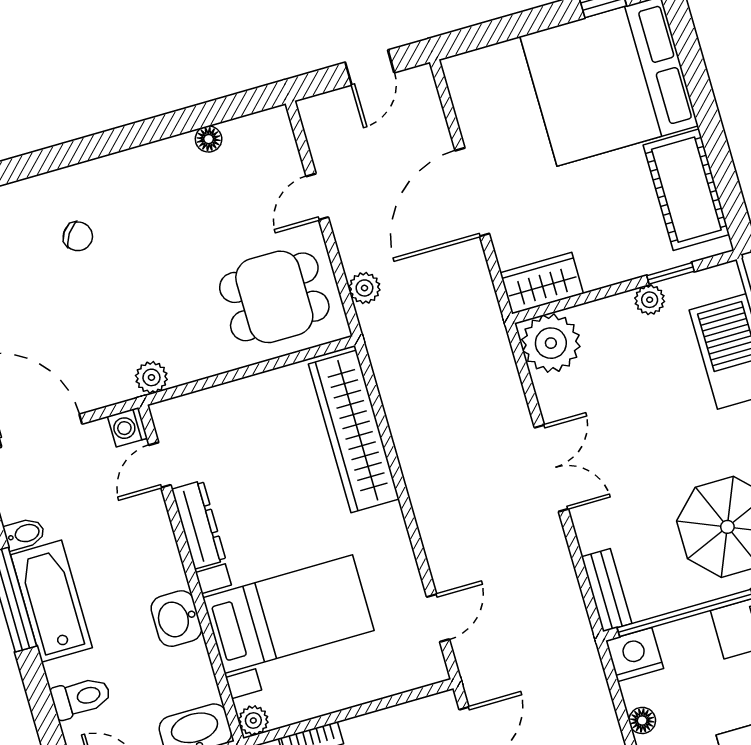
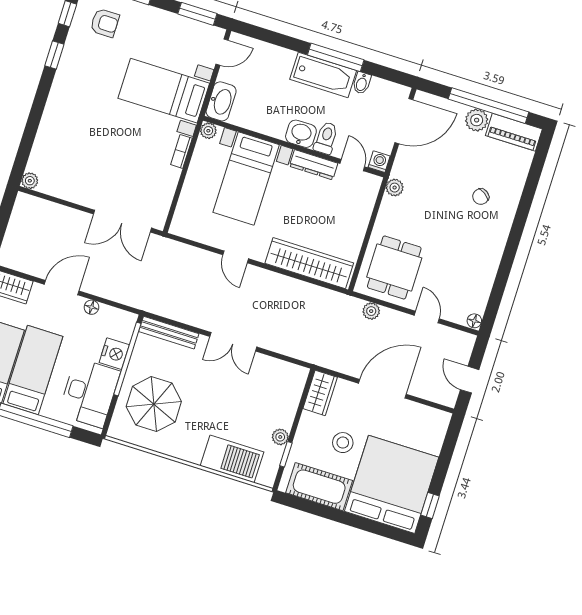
floor lamp: (209, 139) -> (474, 321), moved
door: (472, 192) -> (382, 389), hinge flipped
stool: (595, 198) -> (343, 443), added
plant: (551, 343) -> (290, 379), removed
bench: (607, 590) -> (169, 333), width x1.36
door: (438, 618) -> (236, 257), moved
washbasin: (176, 619) -> (301, 134), moved
nightstand: (635, 655) -> (114, 354), moved
toilet: (81, 697) -> (326, 138), moved, turned 180

